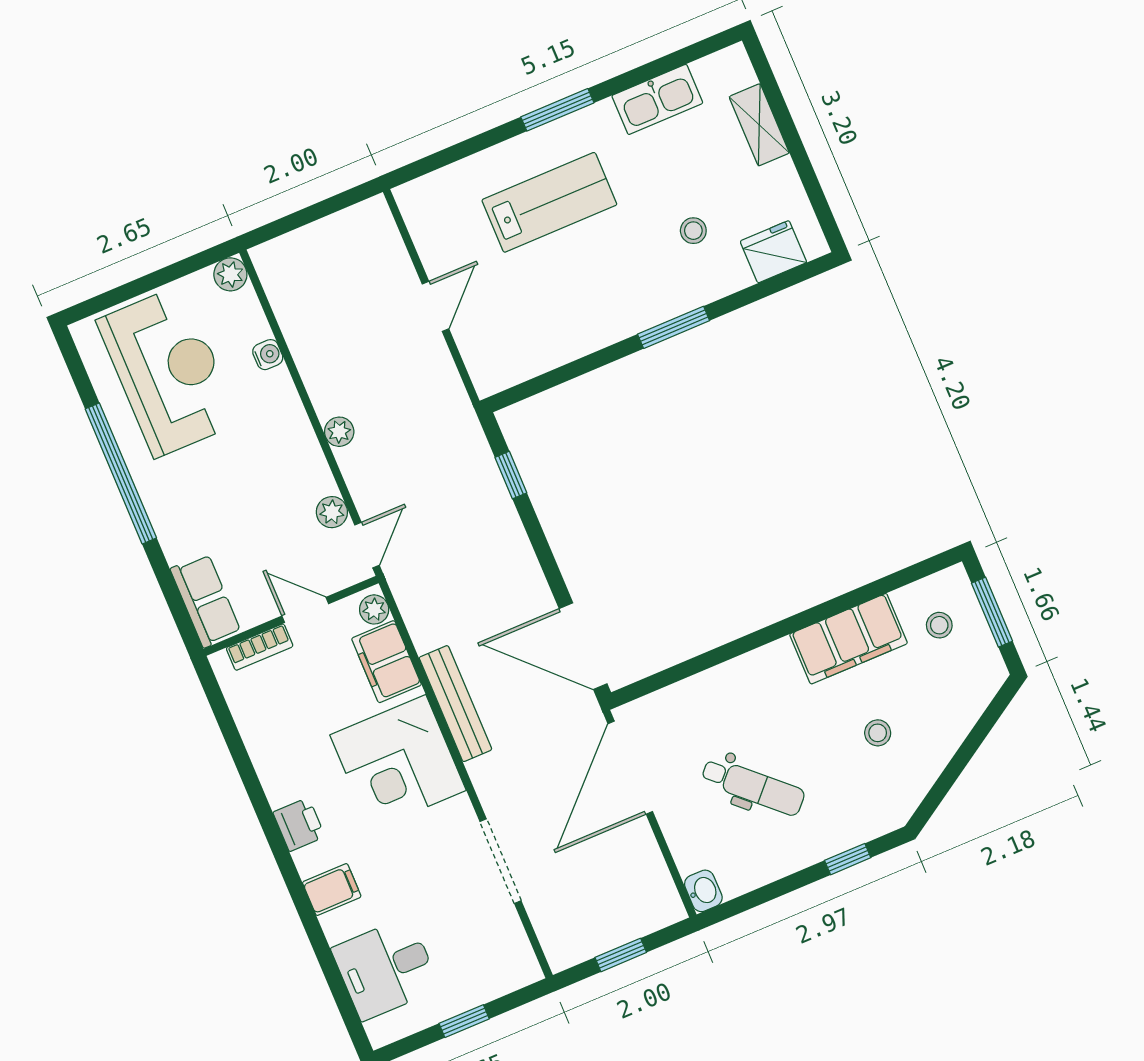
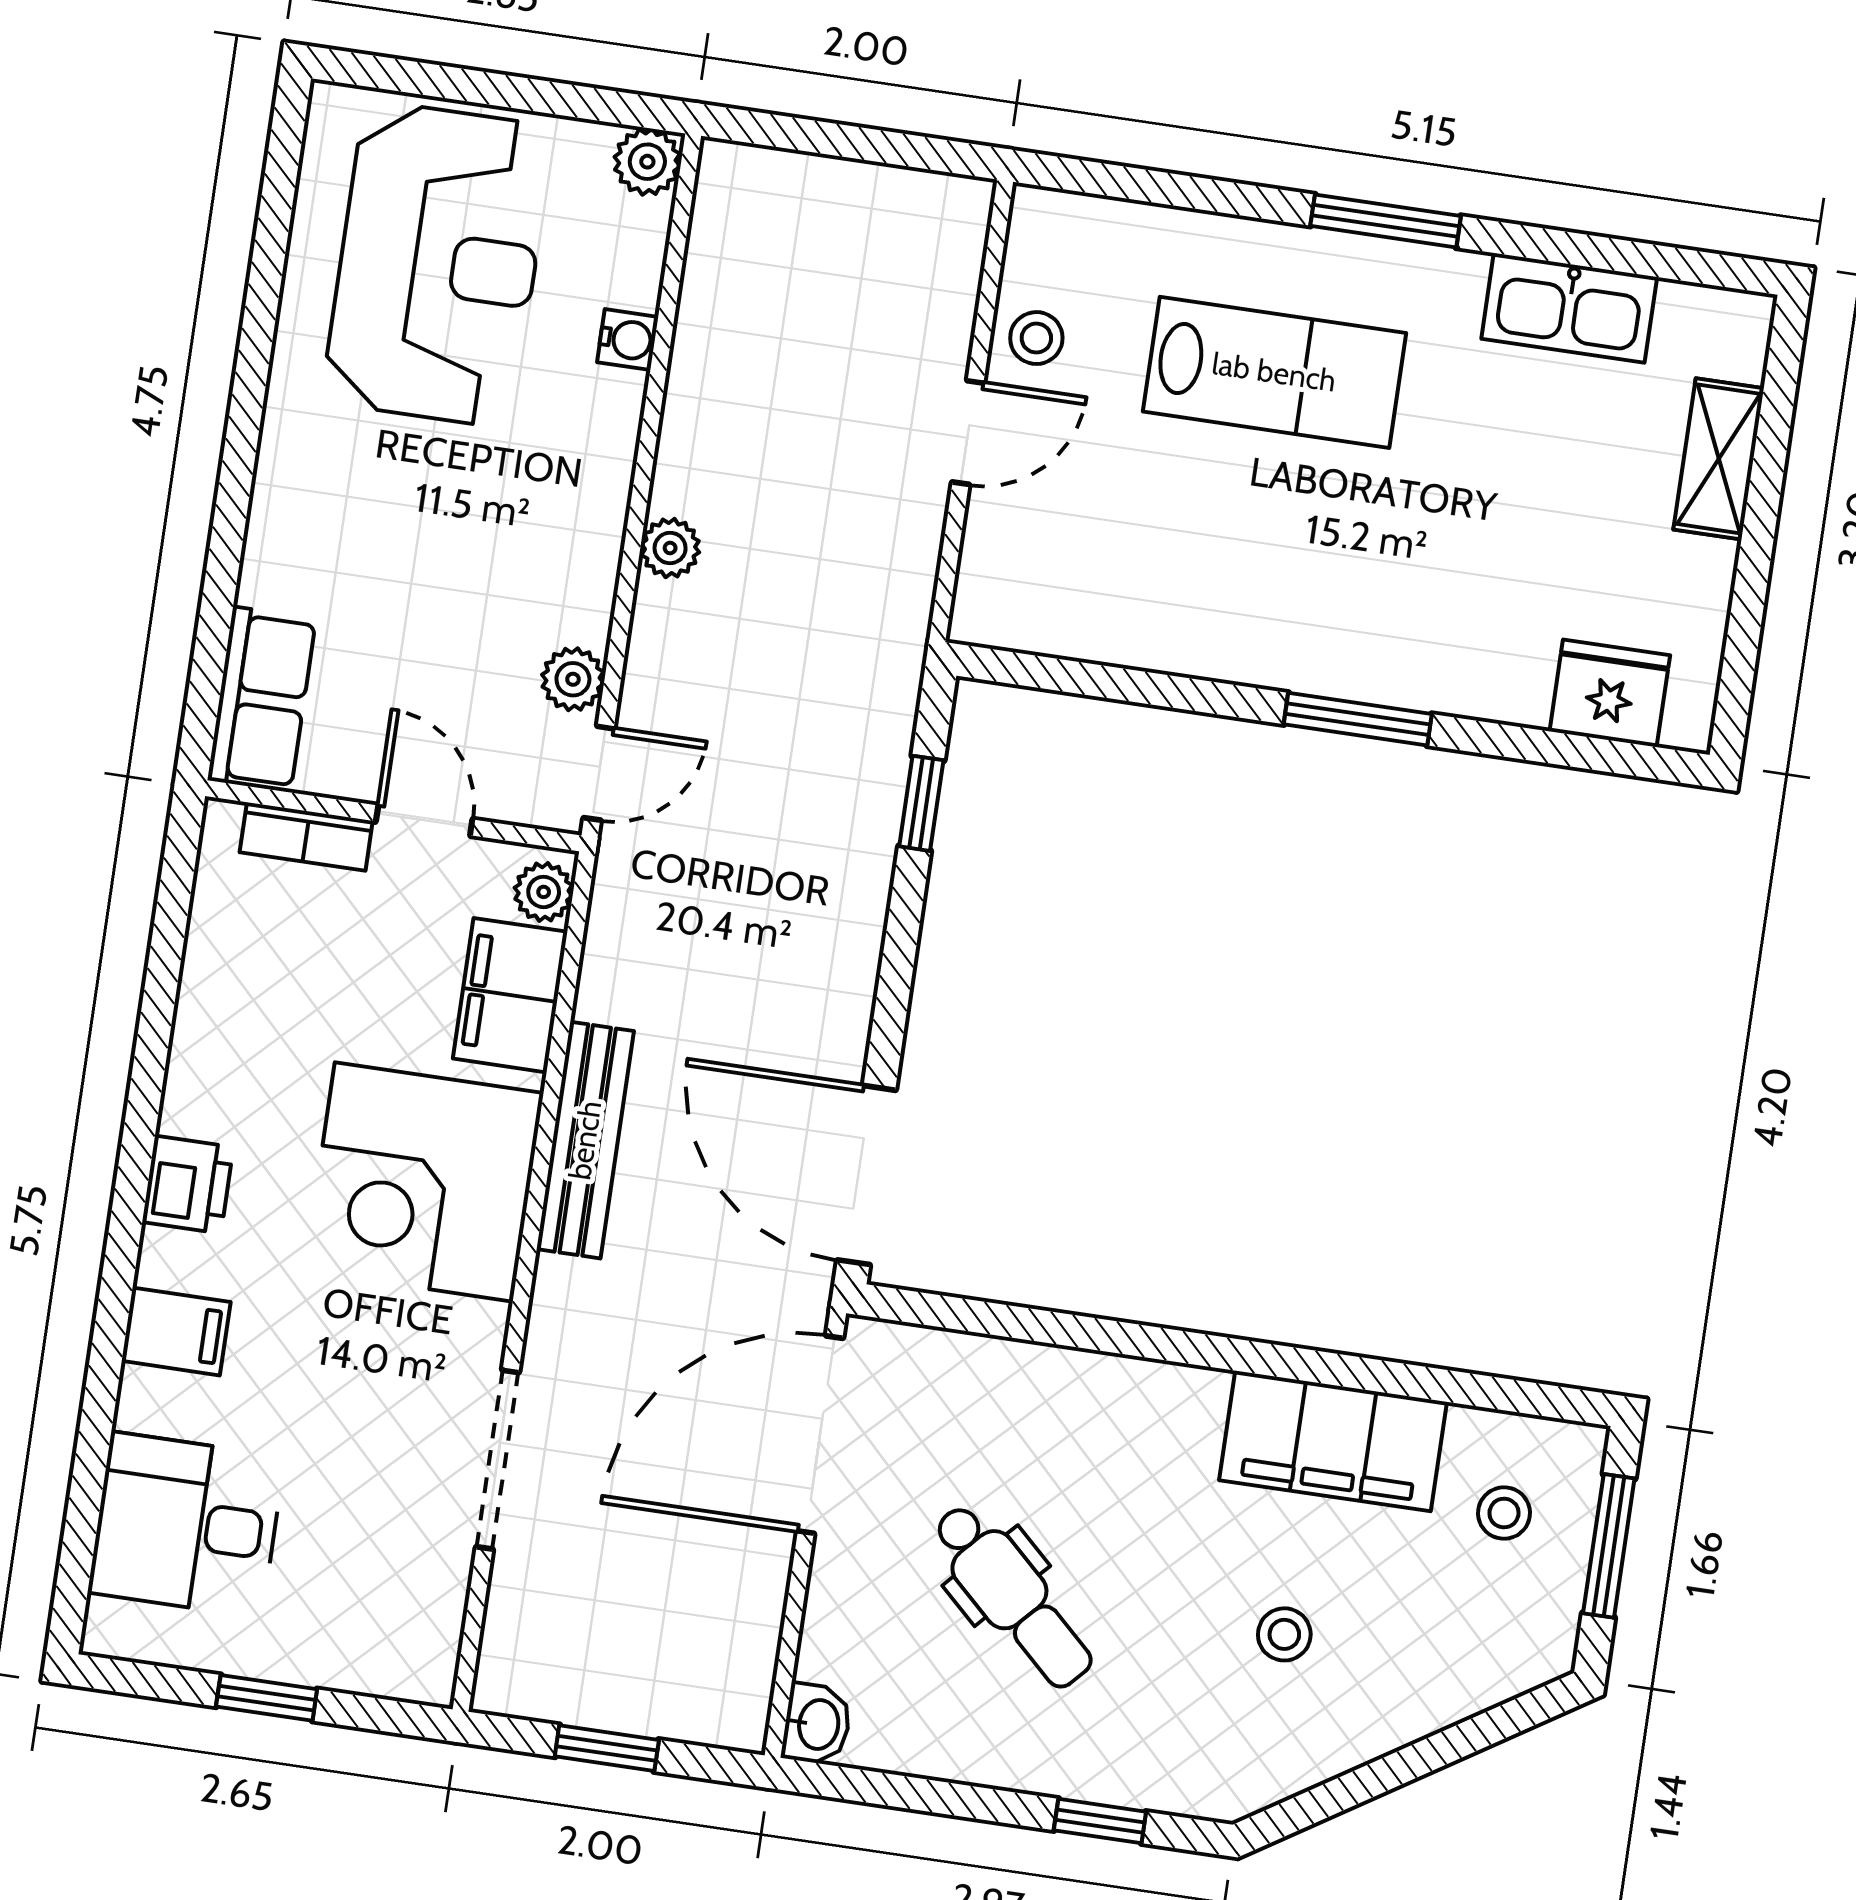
stool: (693, 231) -> (1036, 338), moved
window: (121, 473) -> (249, 391), removed

